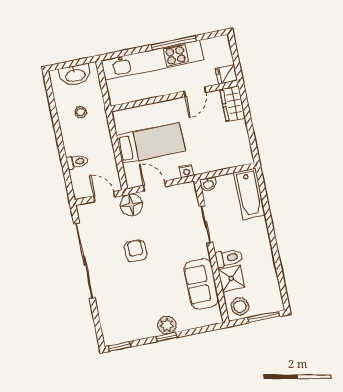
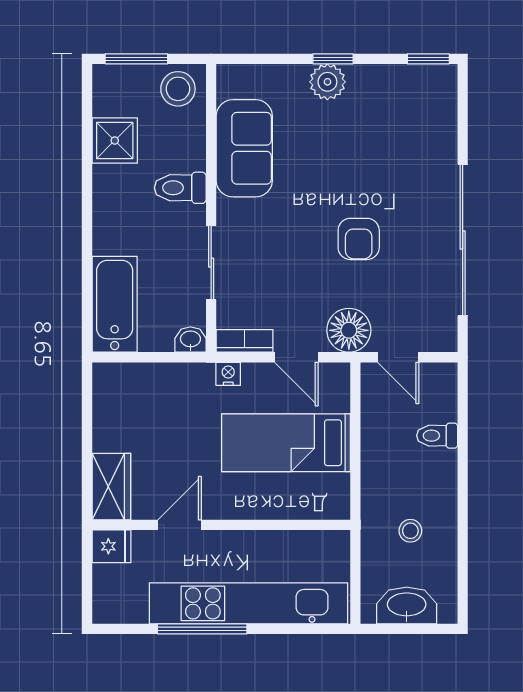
bookcase: (182, 189) -> (245, 341), added
shower: (231, 278) -> (115, 141), moved

